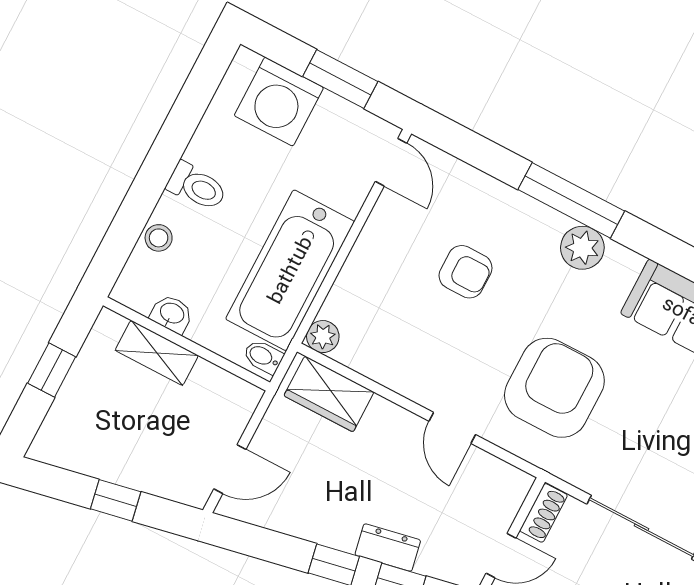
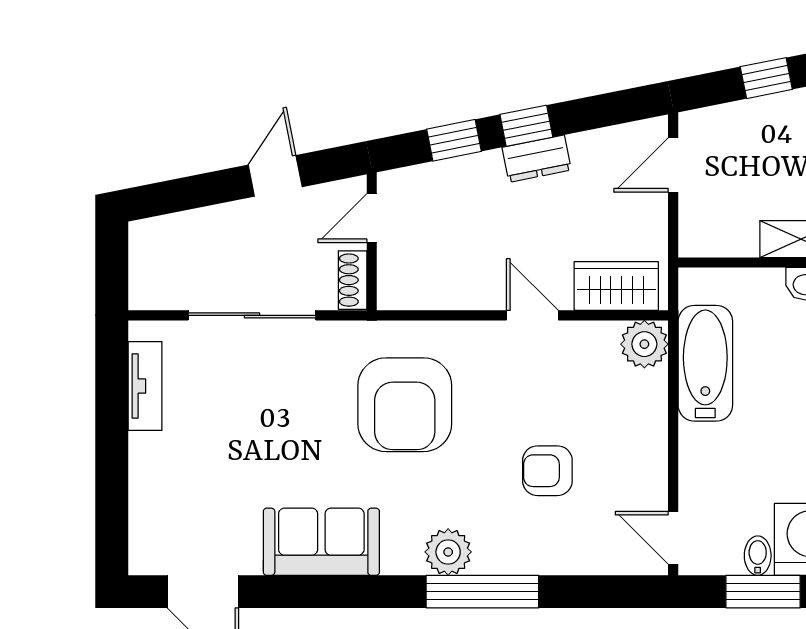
bathtub: (290, 270) -> (705, 363), width x0.73, depth x0.73
plant: (323, 337) -> (644, 344), width x1.38, depth x1.38
bidet: (263, 357) -> (758, 556), moved, turned -90
door: (452, 428) -> (532, 315), moved
dresser: (388, 548) -> (537, 159), moved

